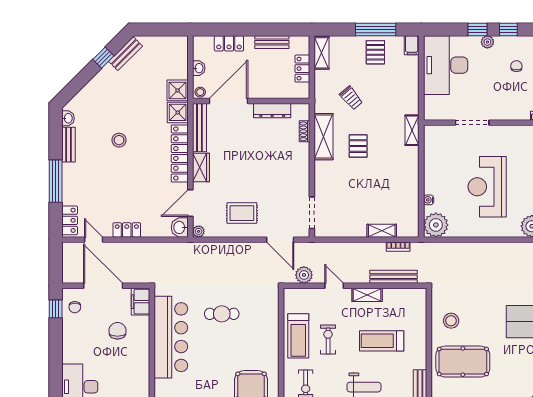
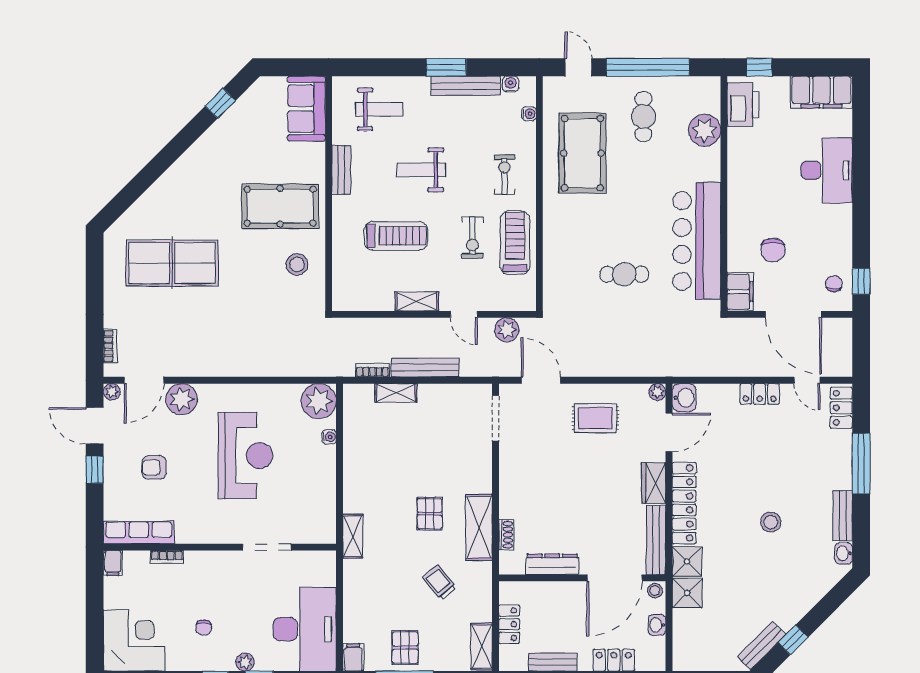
bench: (393, 277) -> (425, 367), moved

